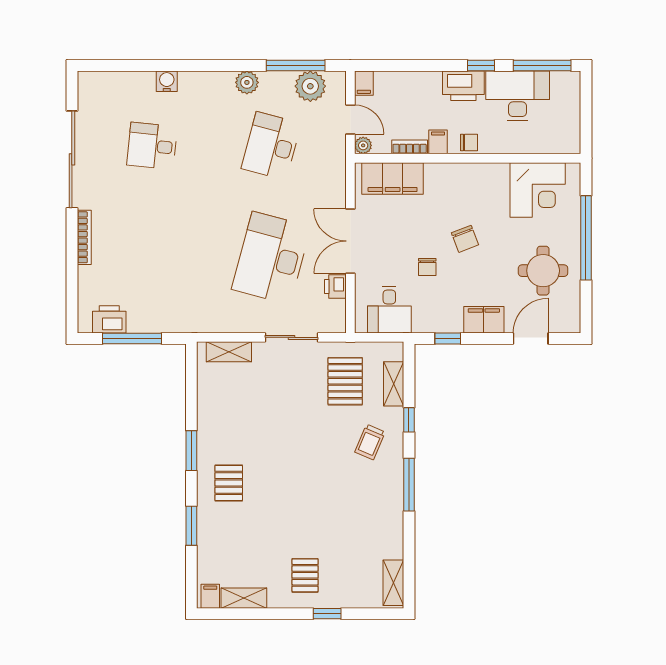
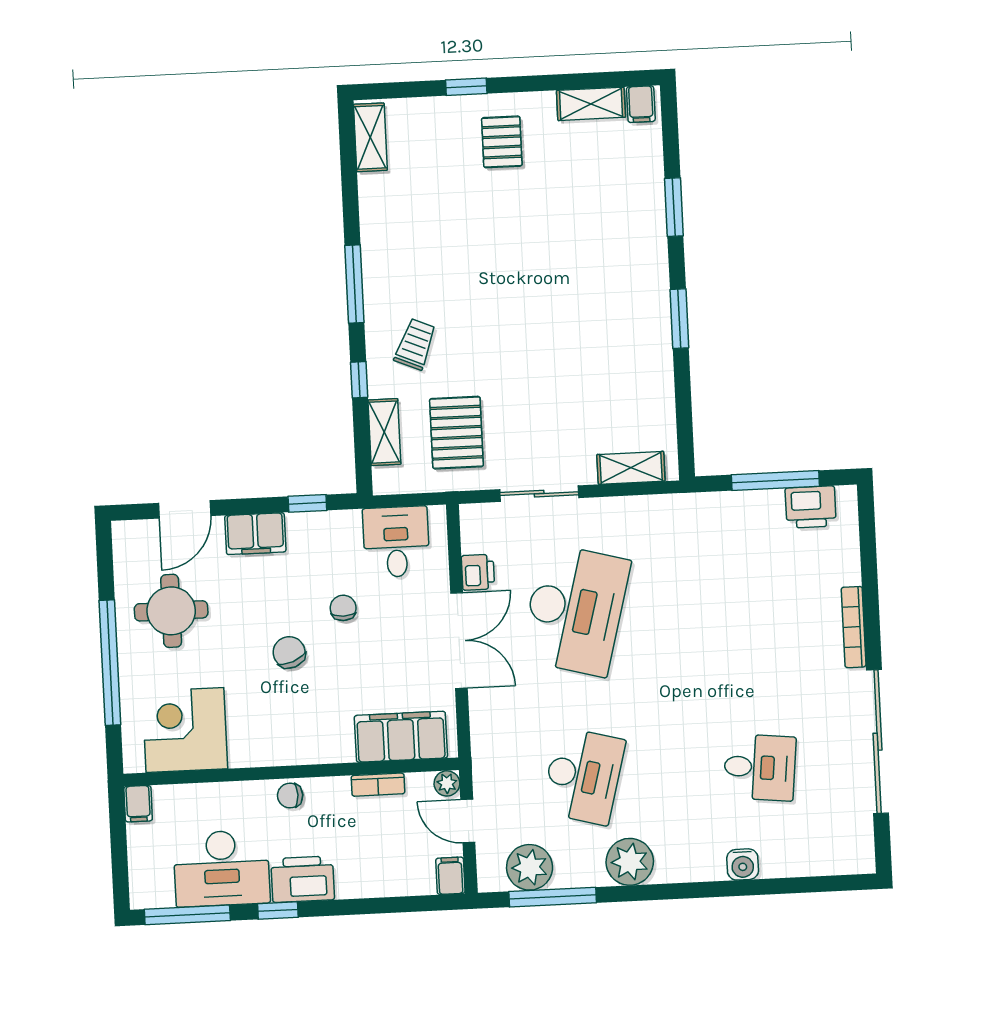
plant: (247, 82) -> (630, 862), width x1.36, depth x1.36
filing cabinet: (438, 142) -> (138, 804), moved
pallet: (229, 483) -> (622, 273), removed

